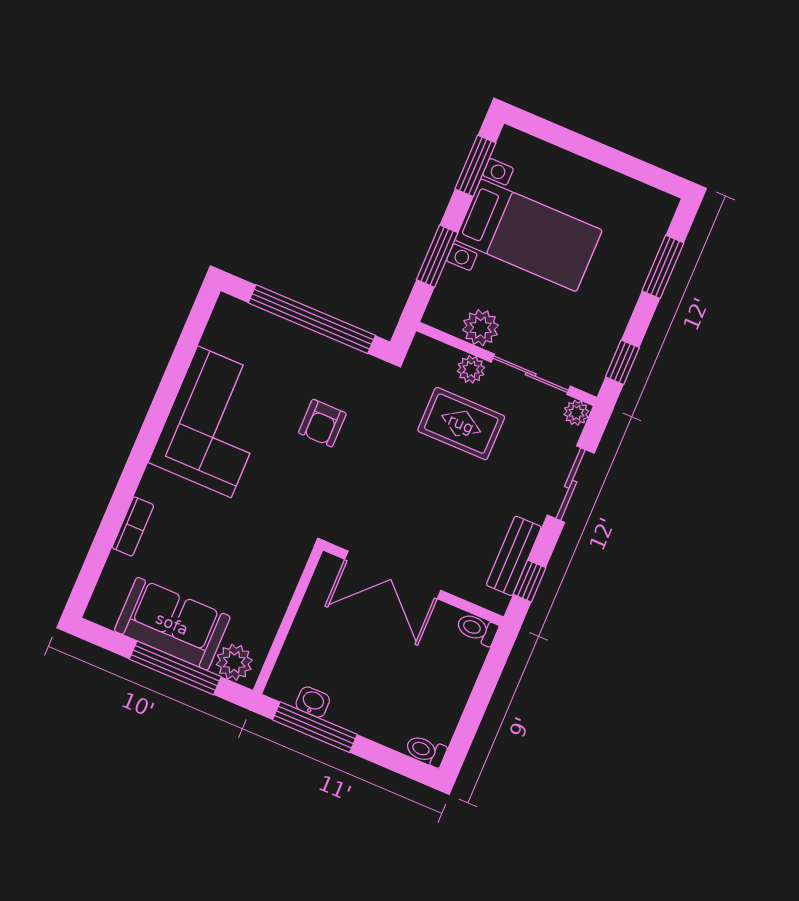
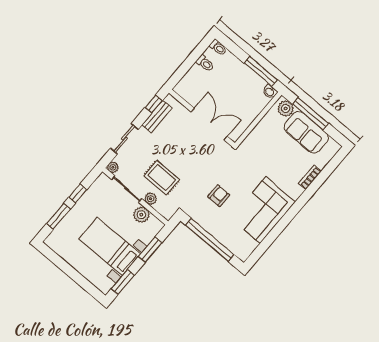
window: (622, 362) -> (78, 194), moved
toilet: (477, 629) -> (205, 63), moved
washbasin: (313, 702) -> (270, 92), moved

